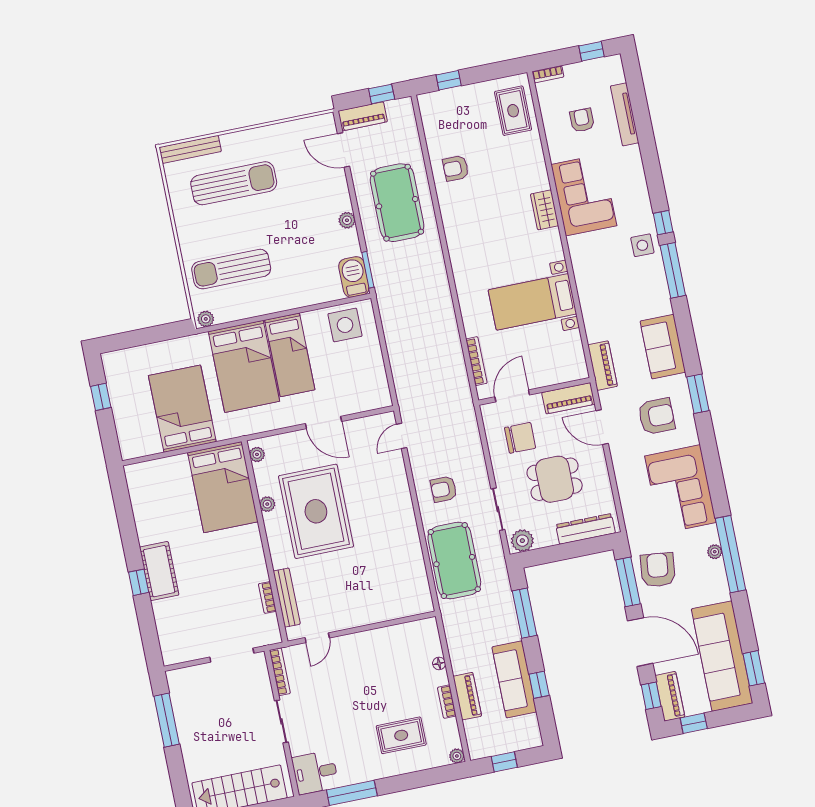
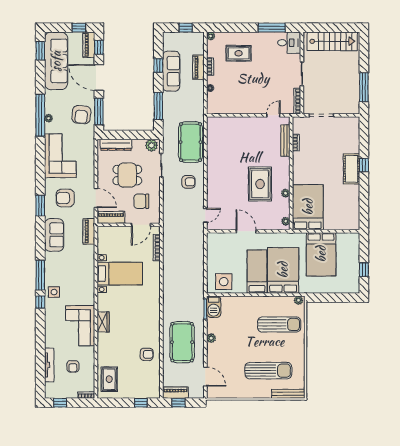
piano: (363, 116) -> (175, 393), moved
sun lounger: (234, 183) -> (268, 371), turned 180
rug: (316, 511) -> (260, 184), width x0.73, depth x0.69

